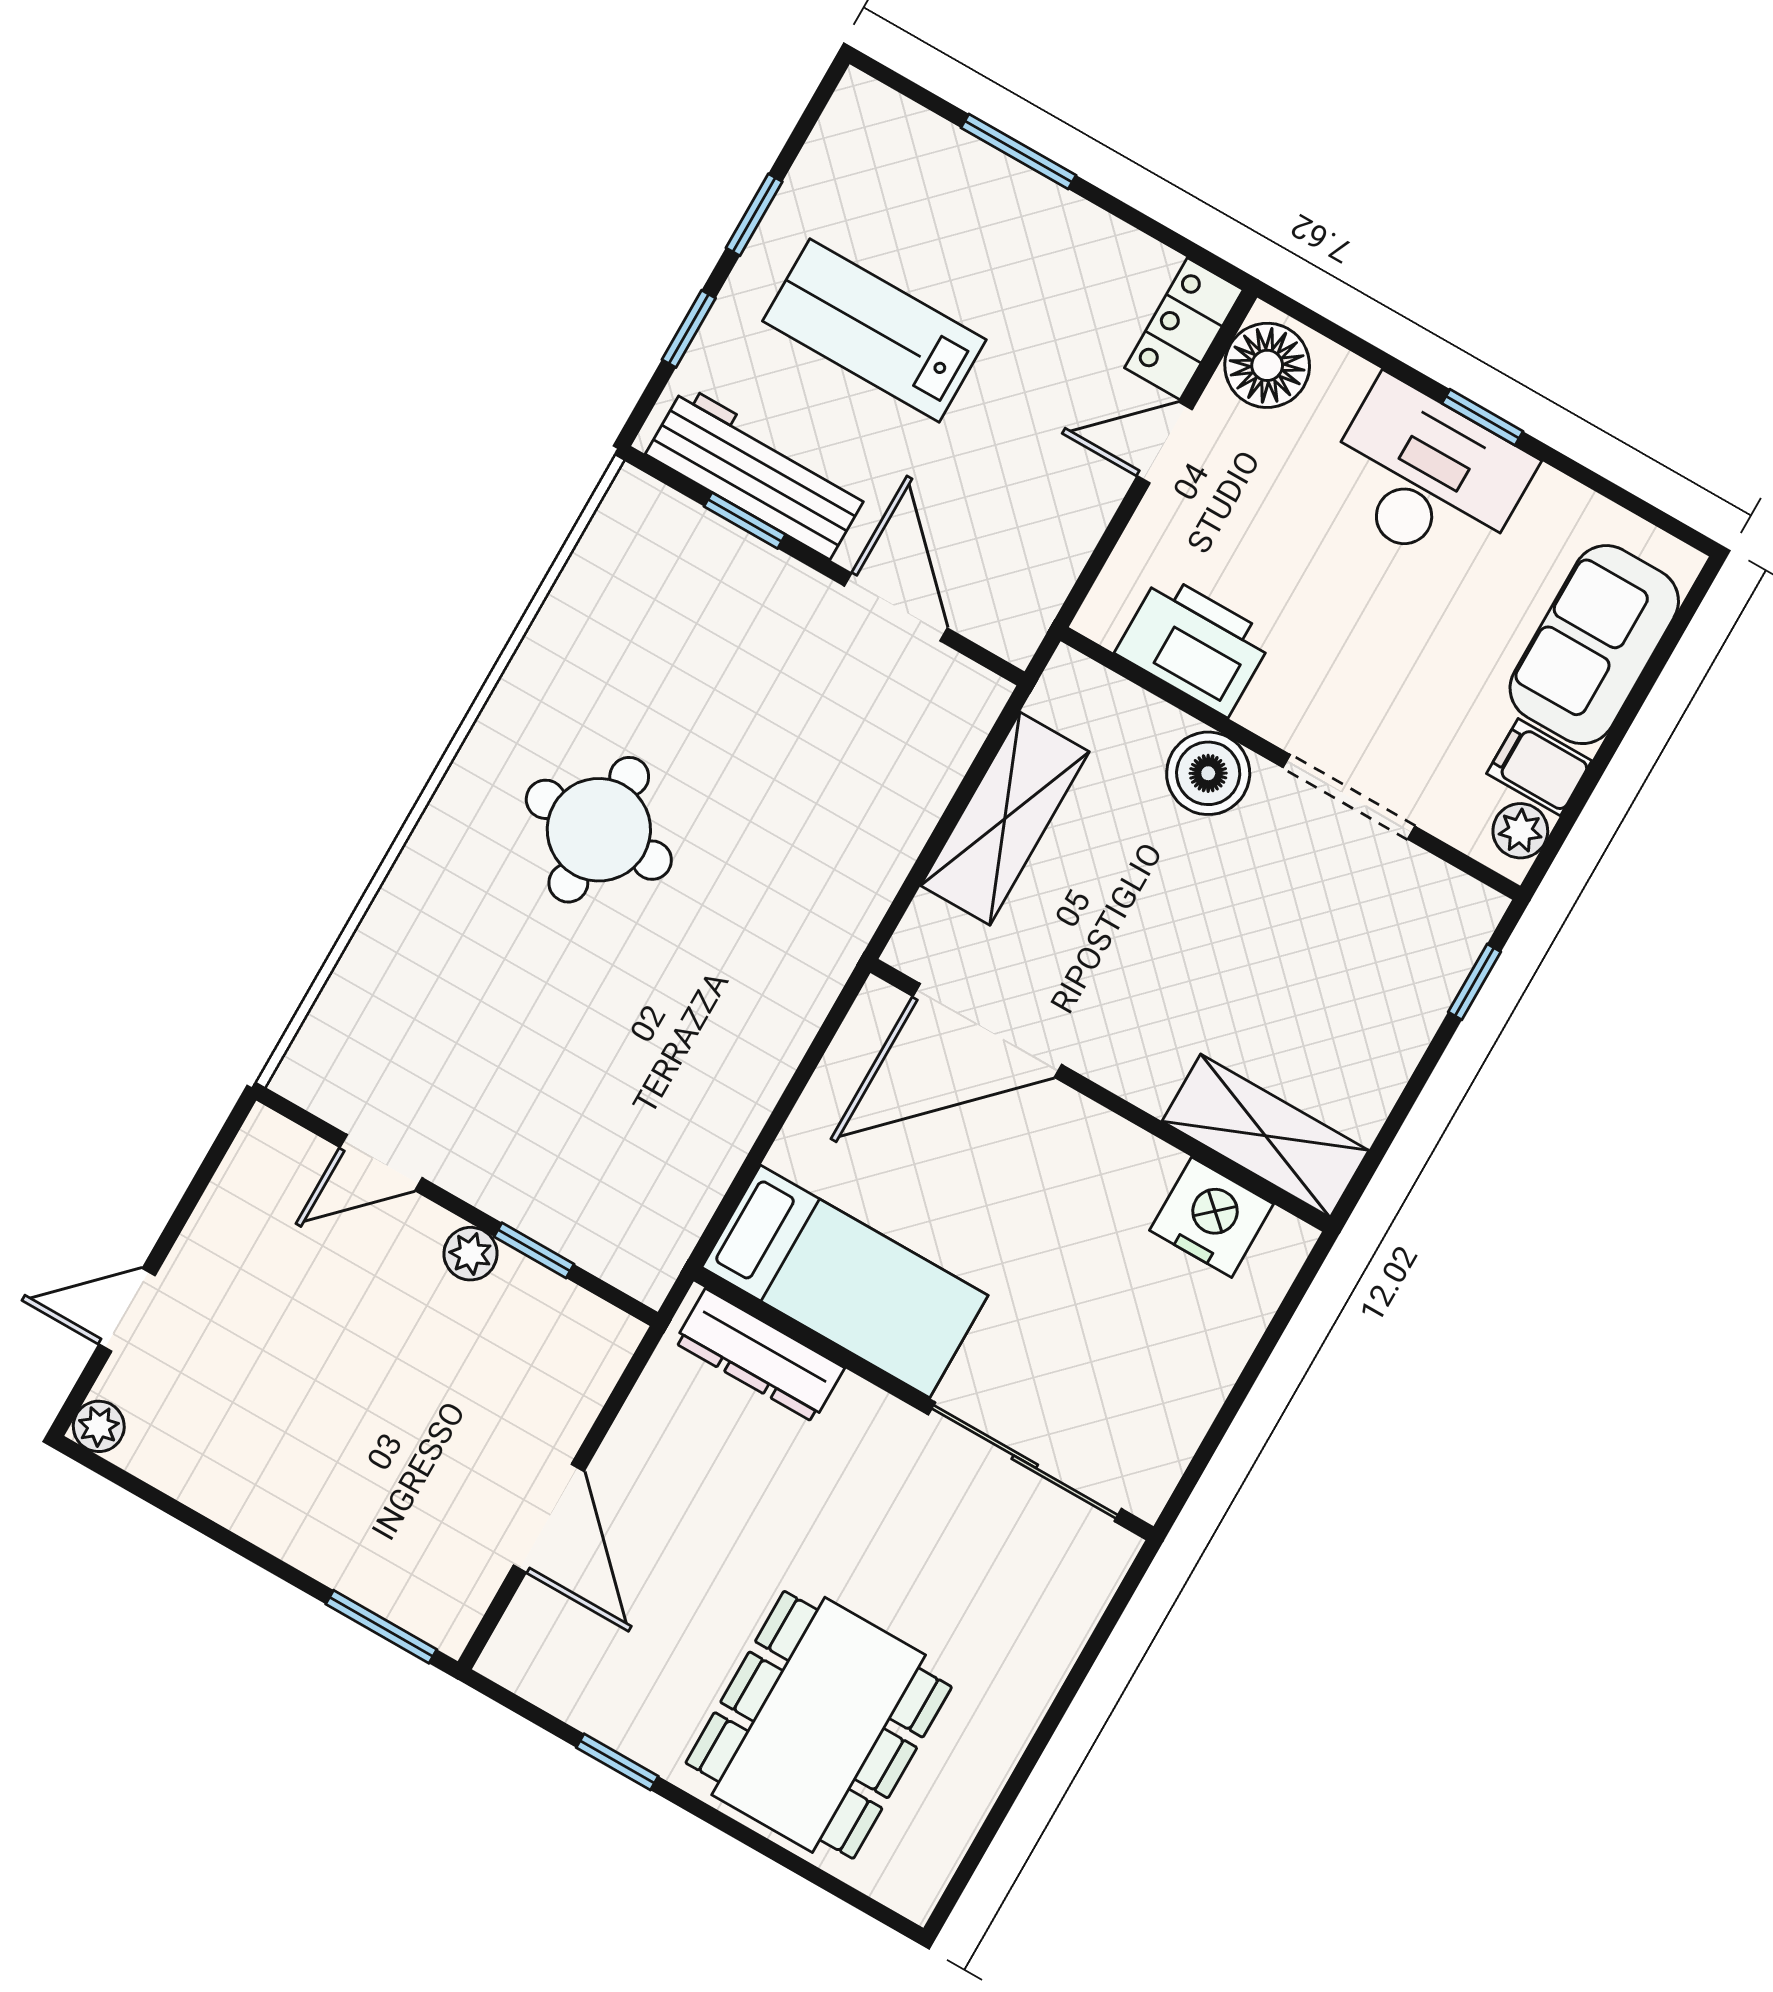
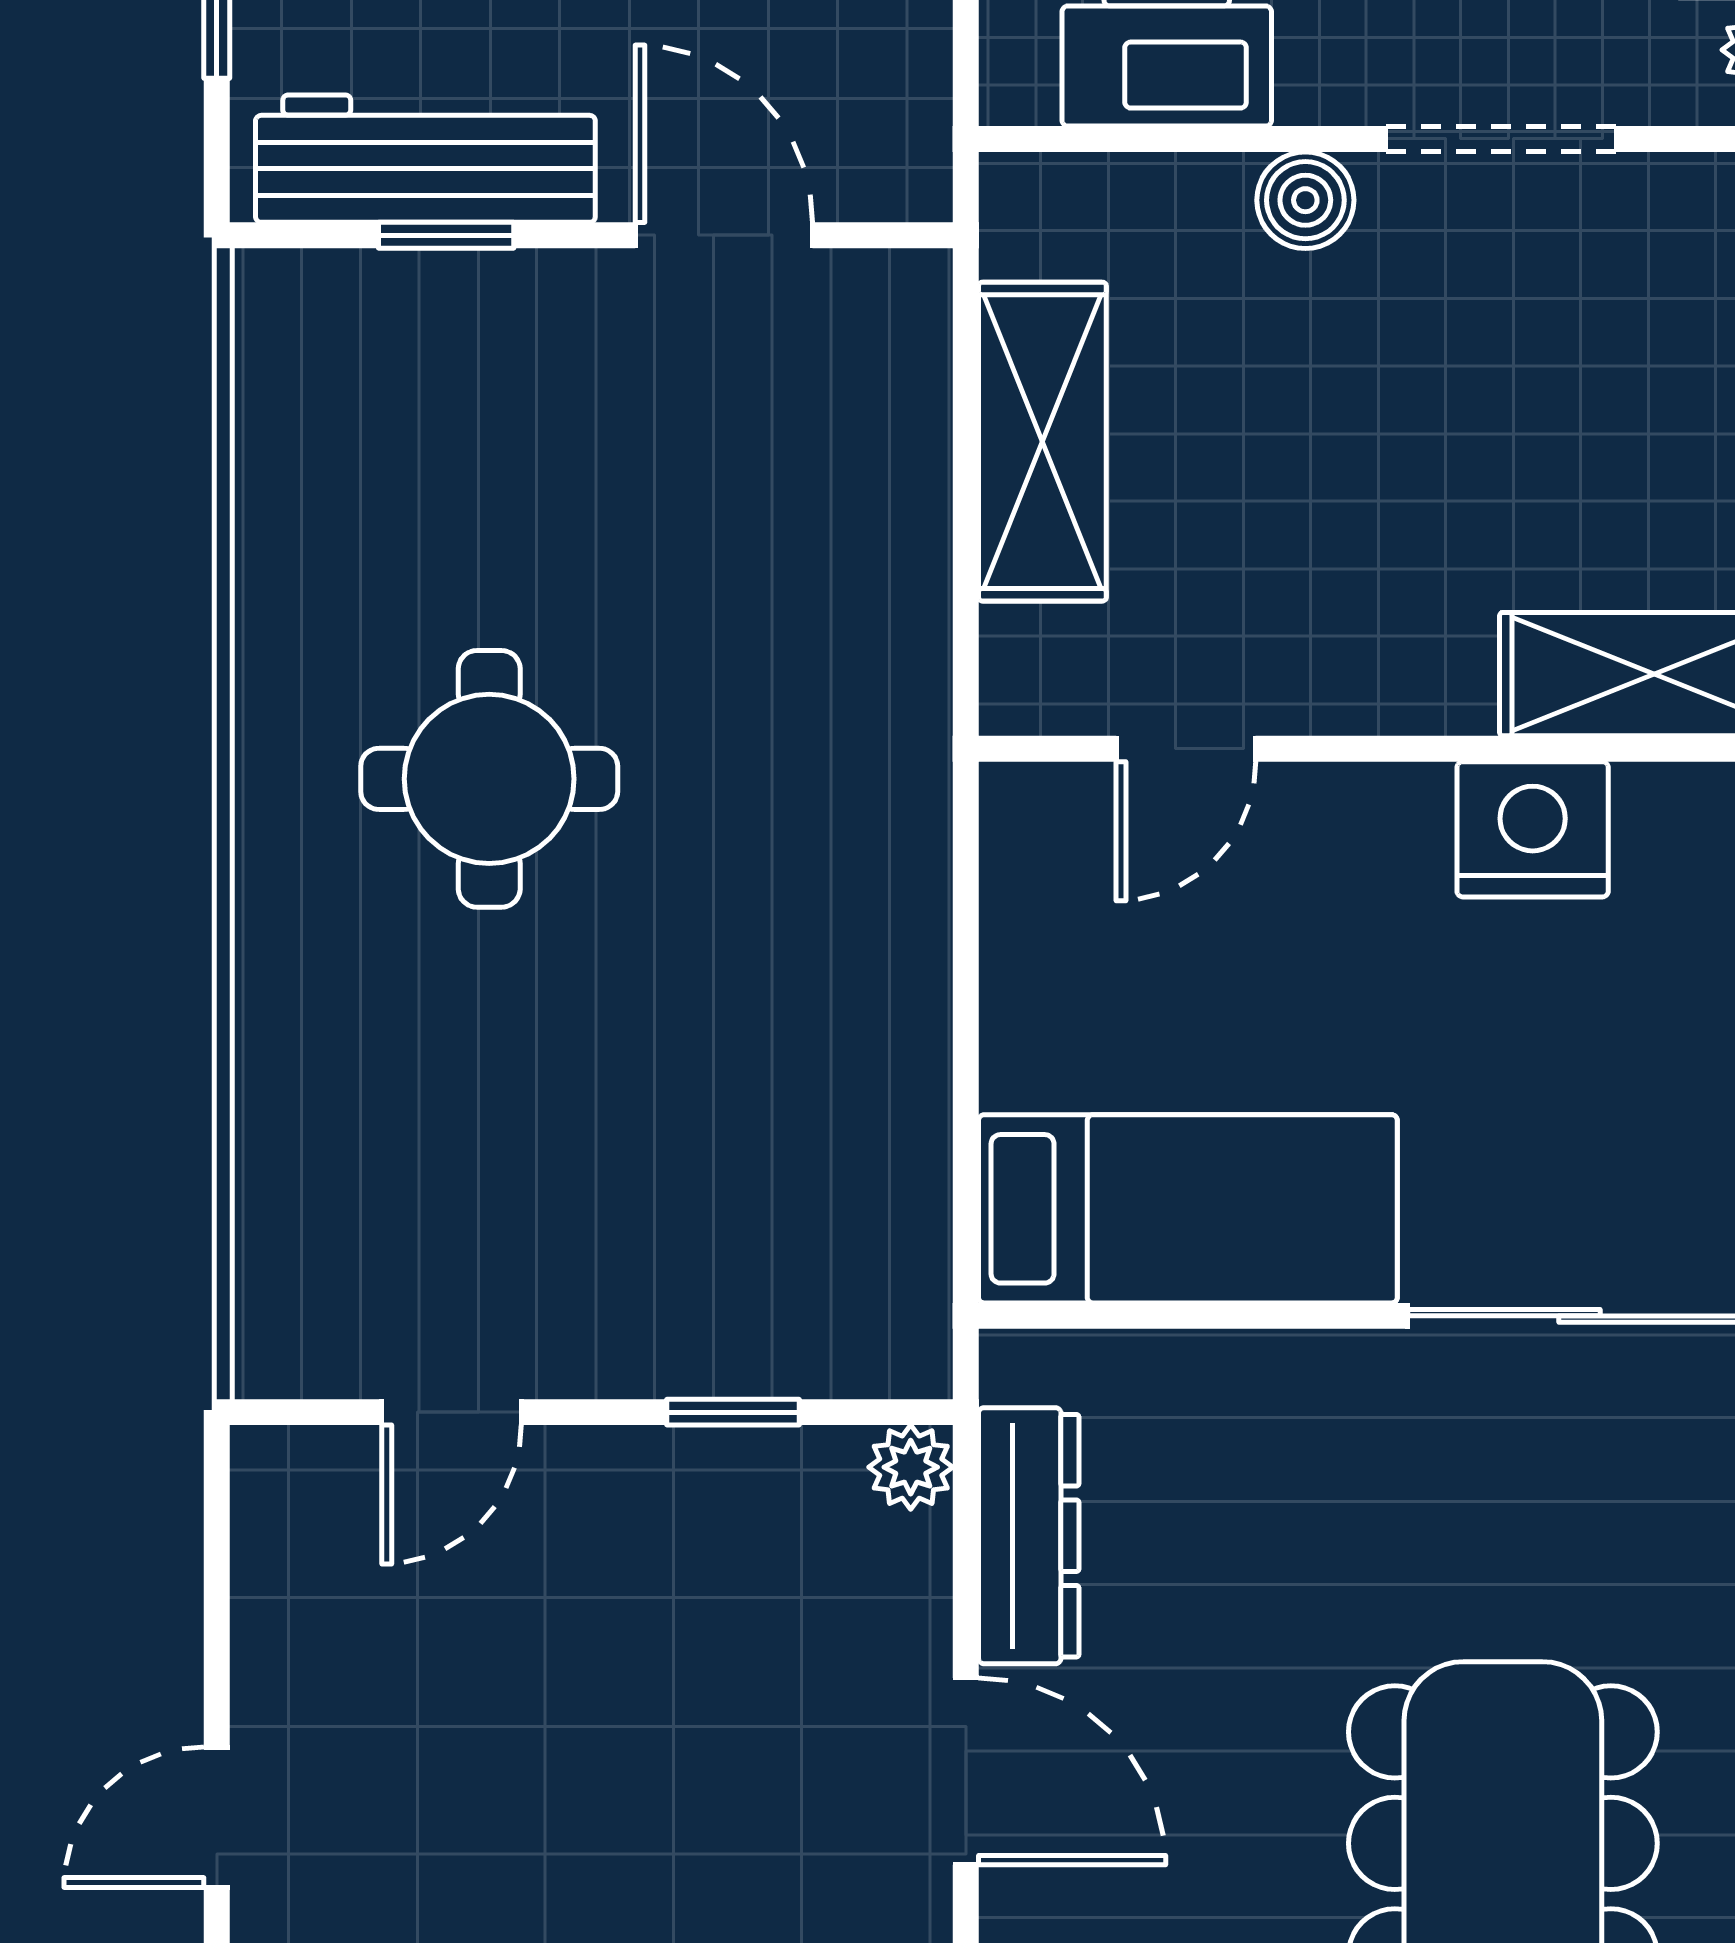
boiler: (1208, 773) -> (1305, 200), width x0.73, depth x0.73
door: (987, 1030) -> (1186, 749), width x0.53
nightstand: (1212, 1217) -> (1533, 829), moved
plant: (471, 1254) -> (911, 1467), moved
dresser: (759, 1355) -> (1029, 1536), moved, turned -90

